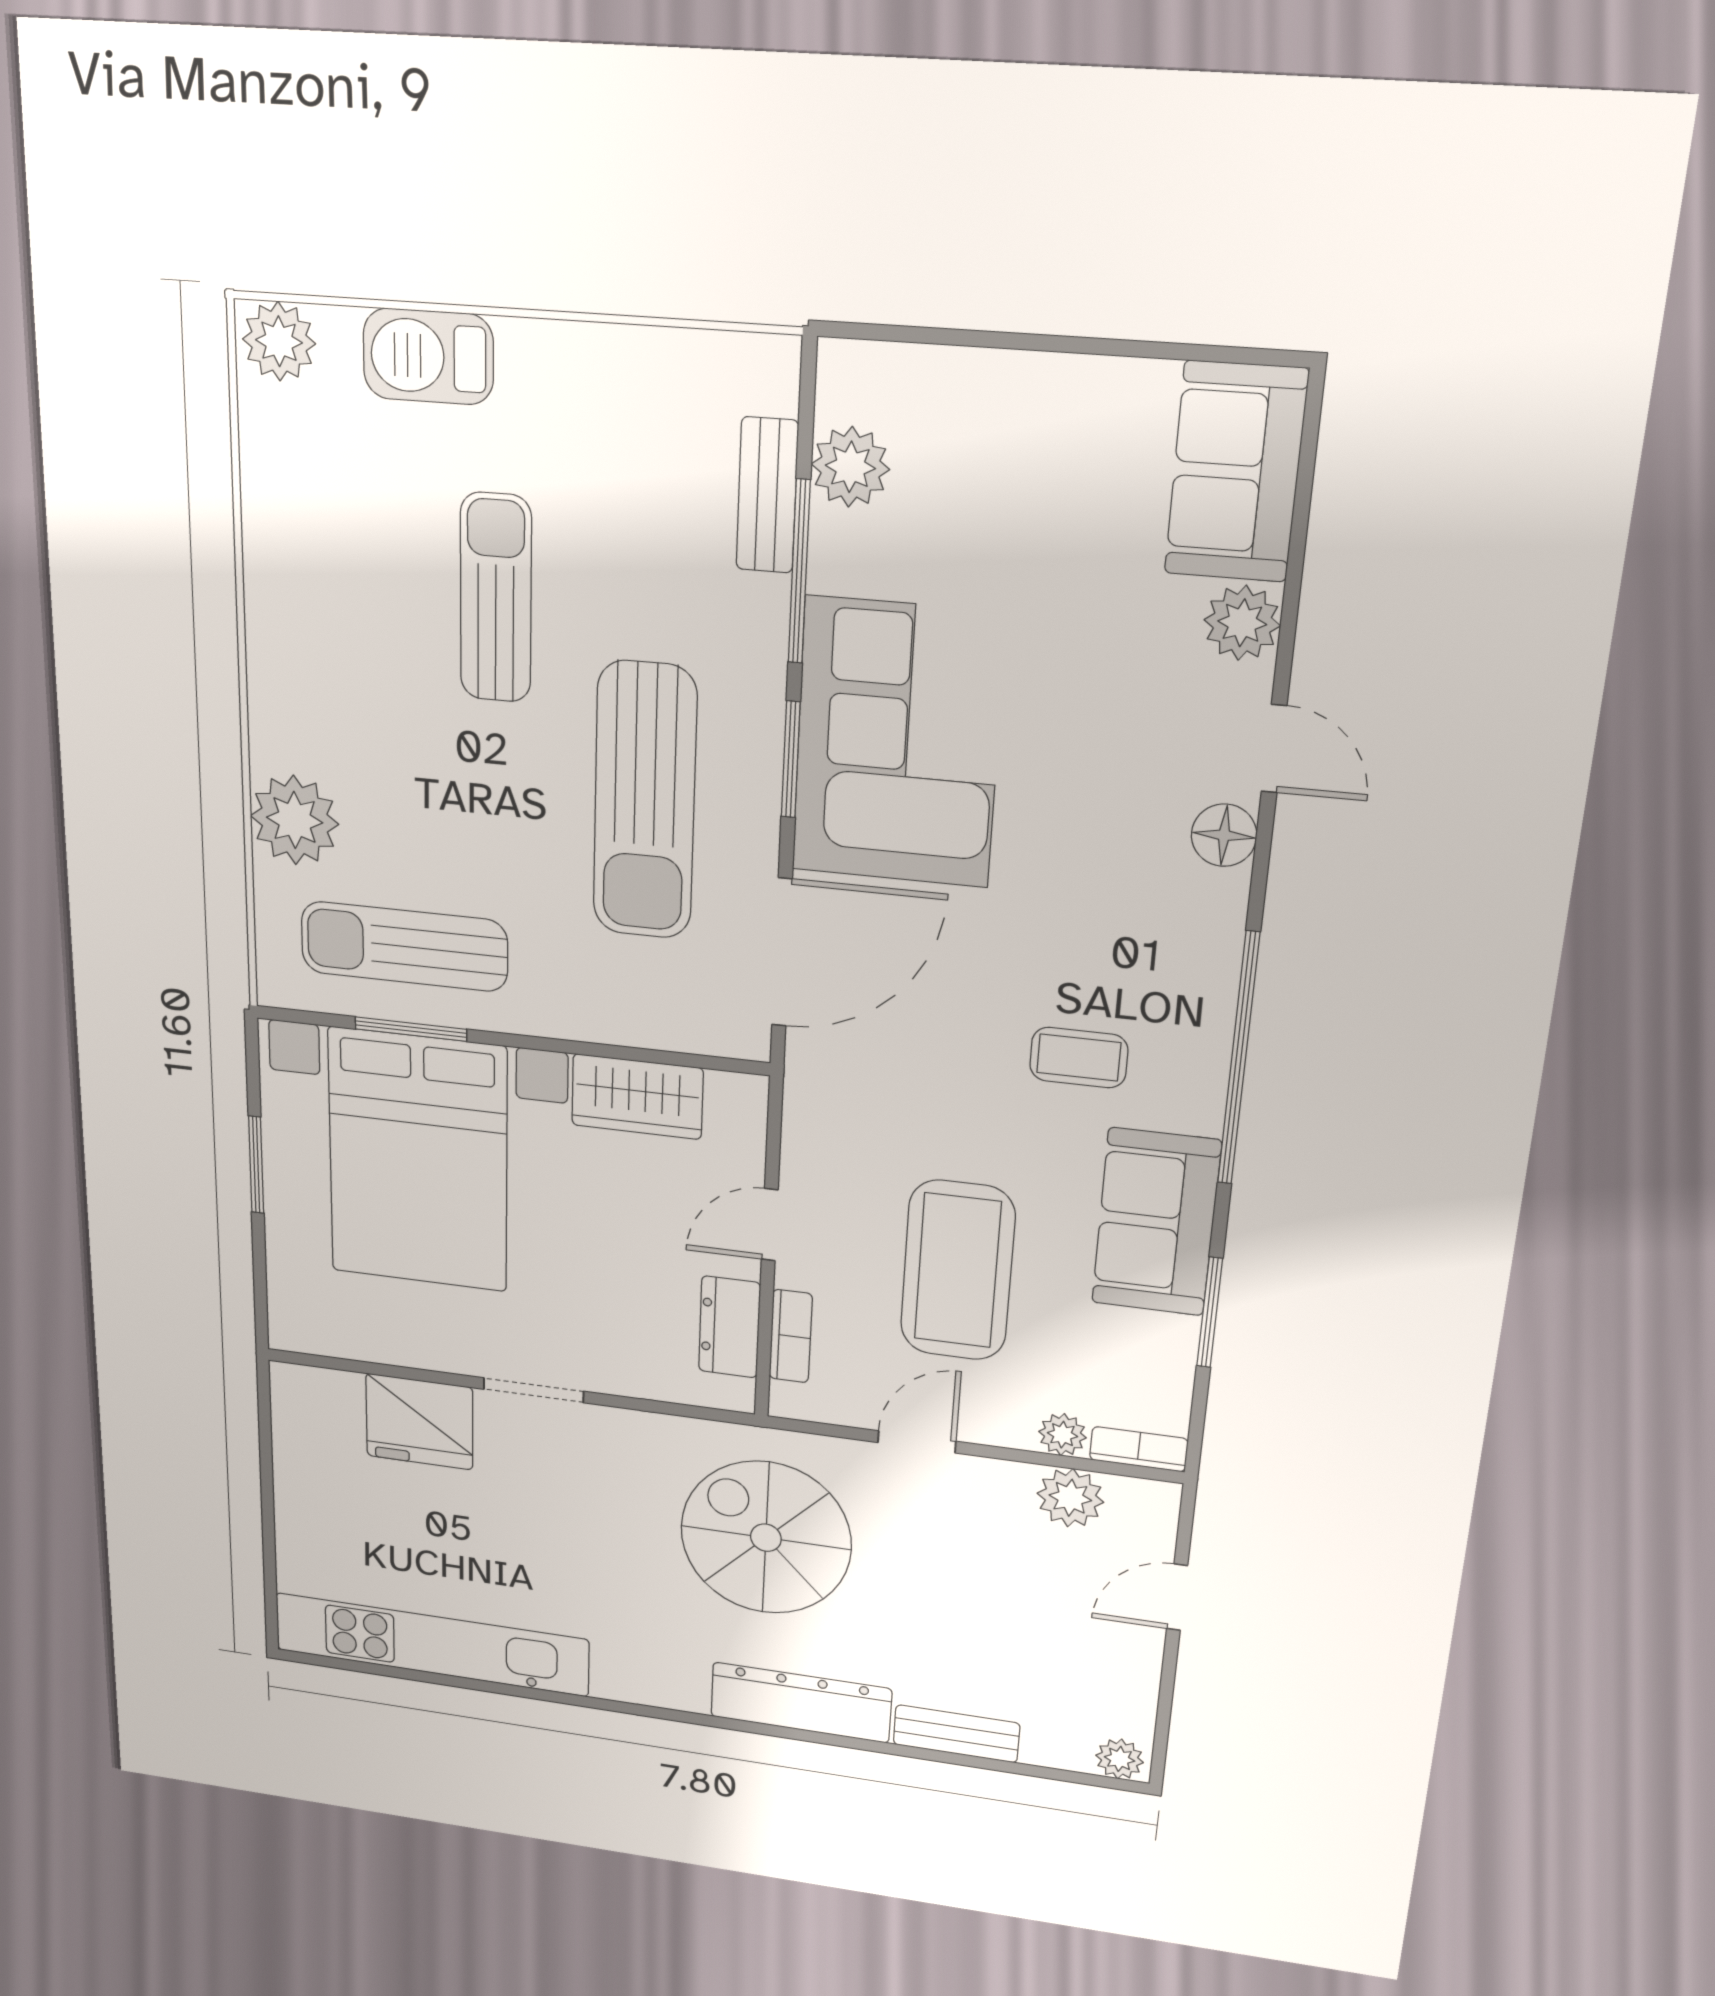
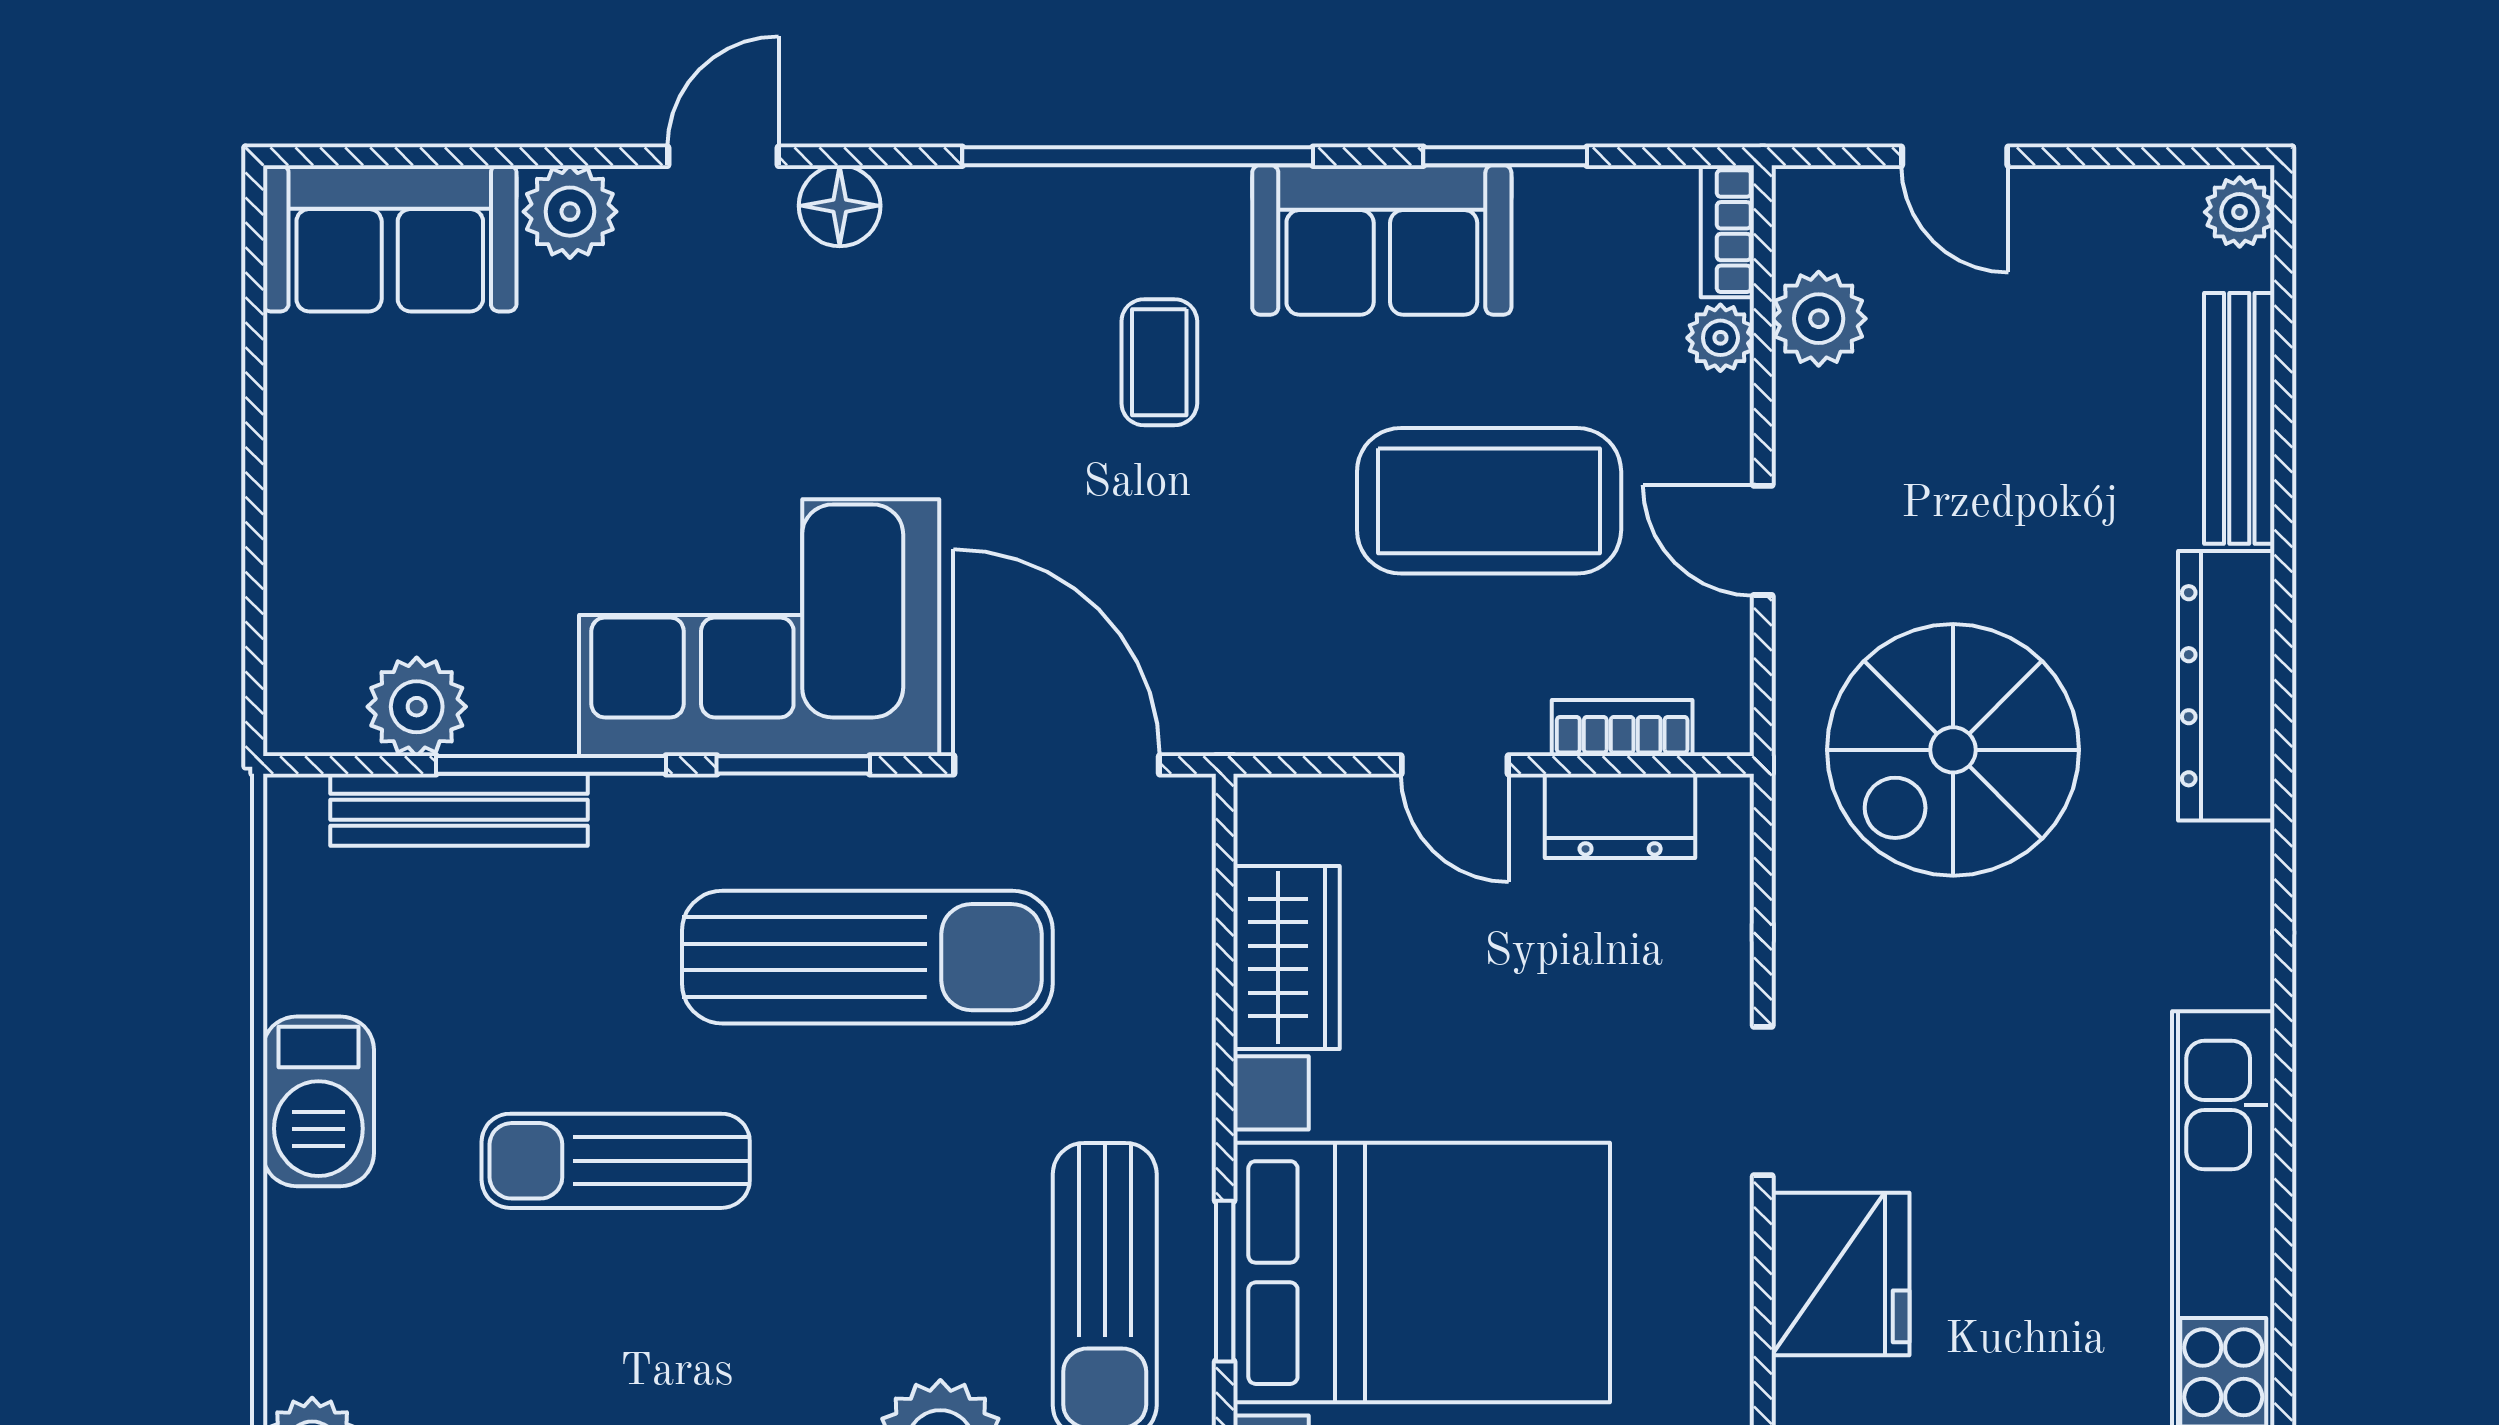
barbecue: (428, 356) -> (318, 1101), moved
bench: (767, 495) -> (459, 810), width x1.36
bench: (956, 1734) -> (2239, 418), width x1.36

